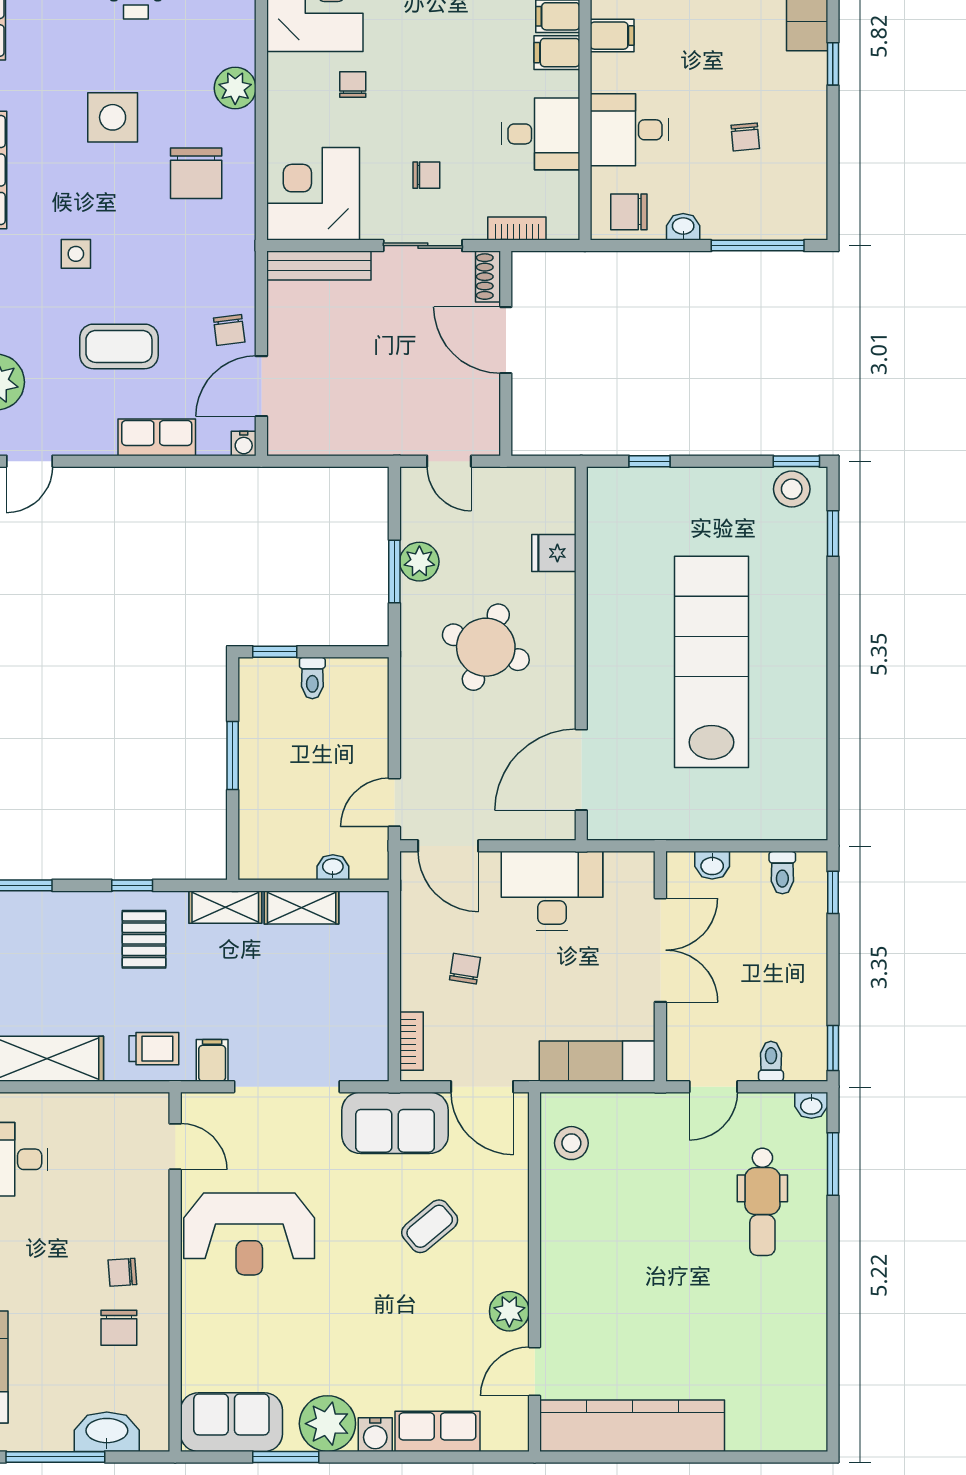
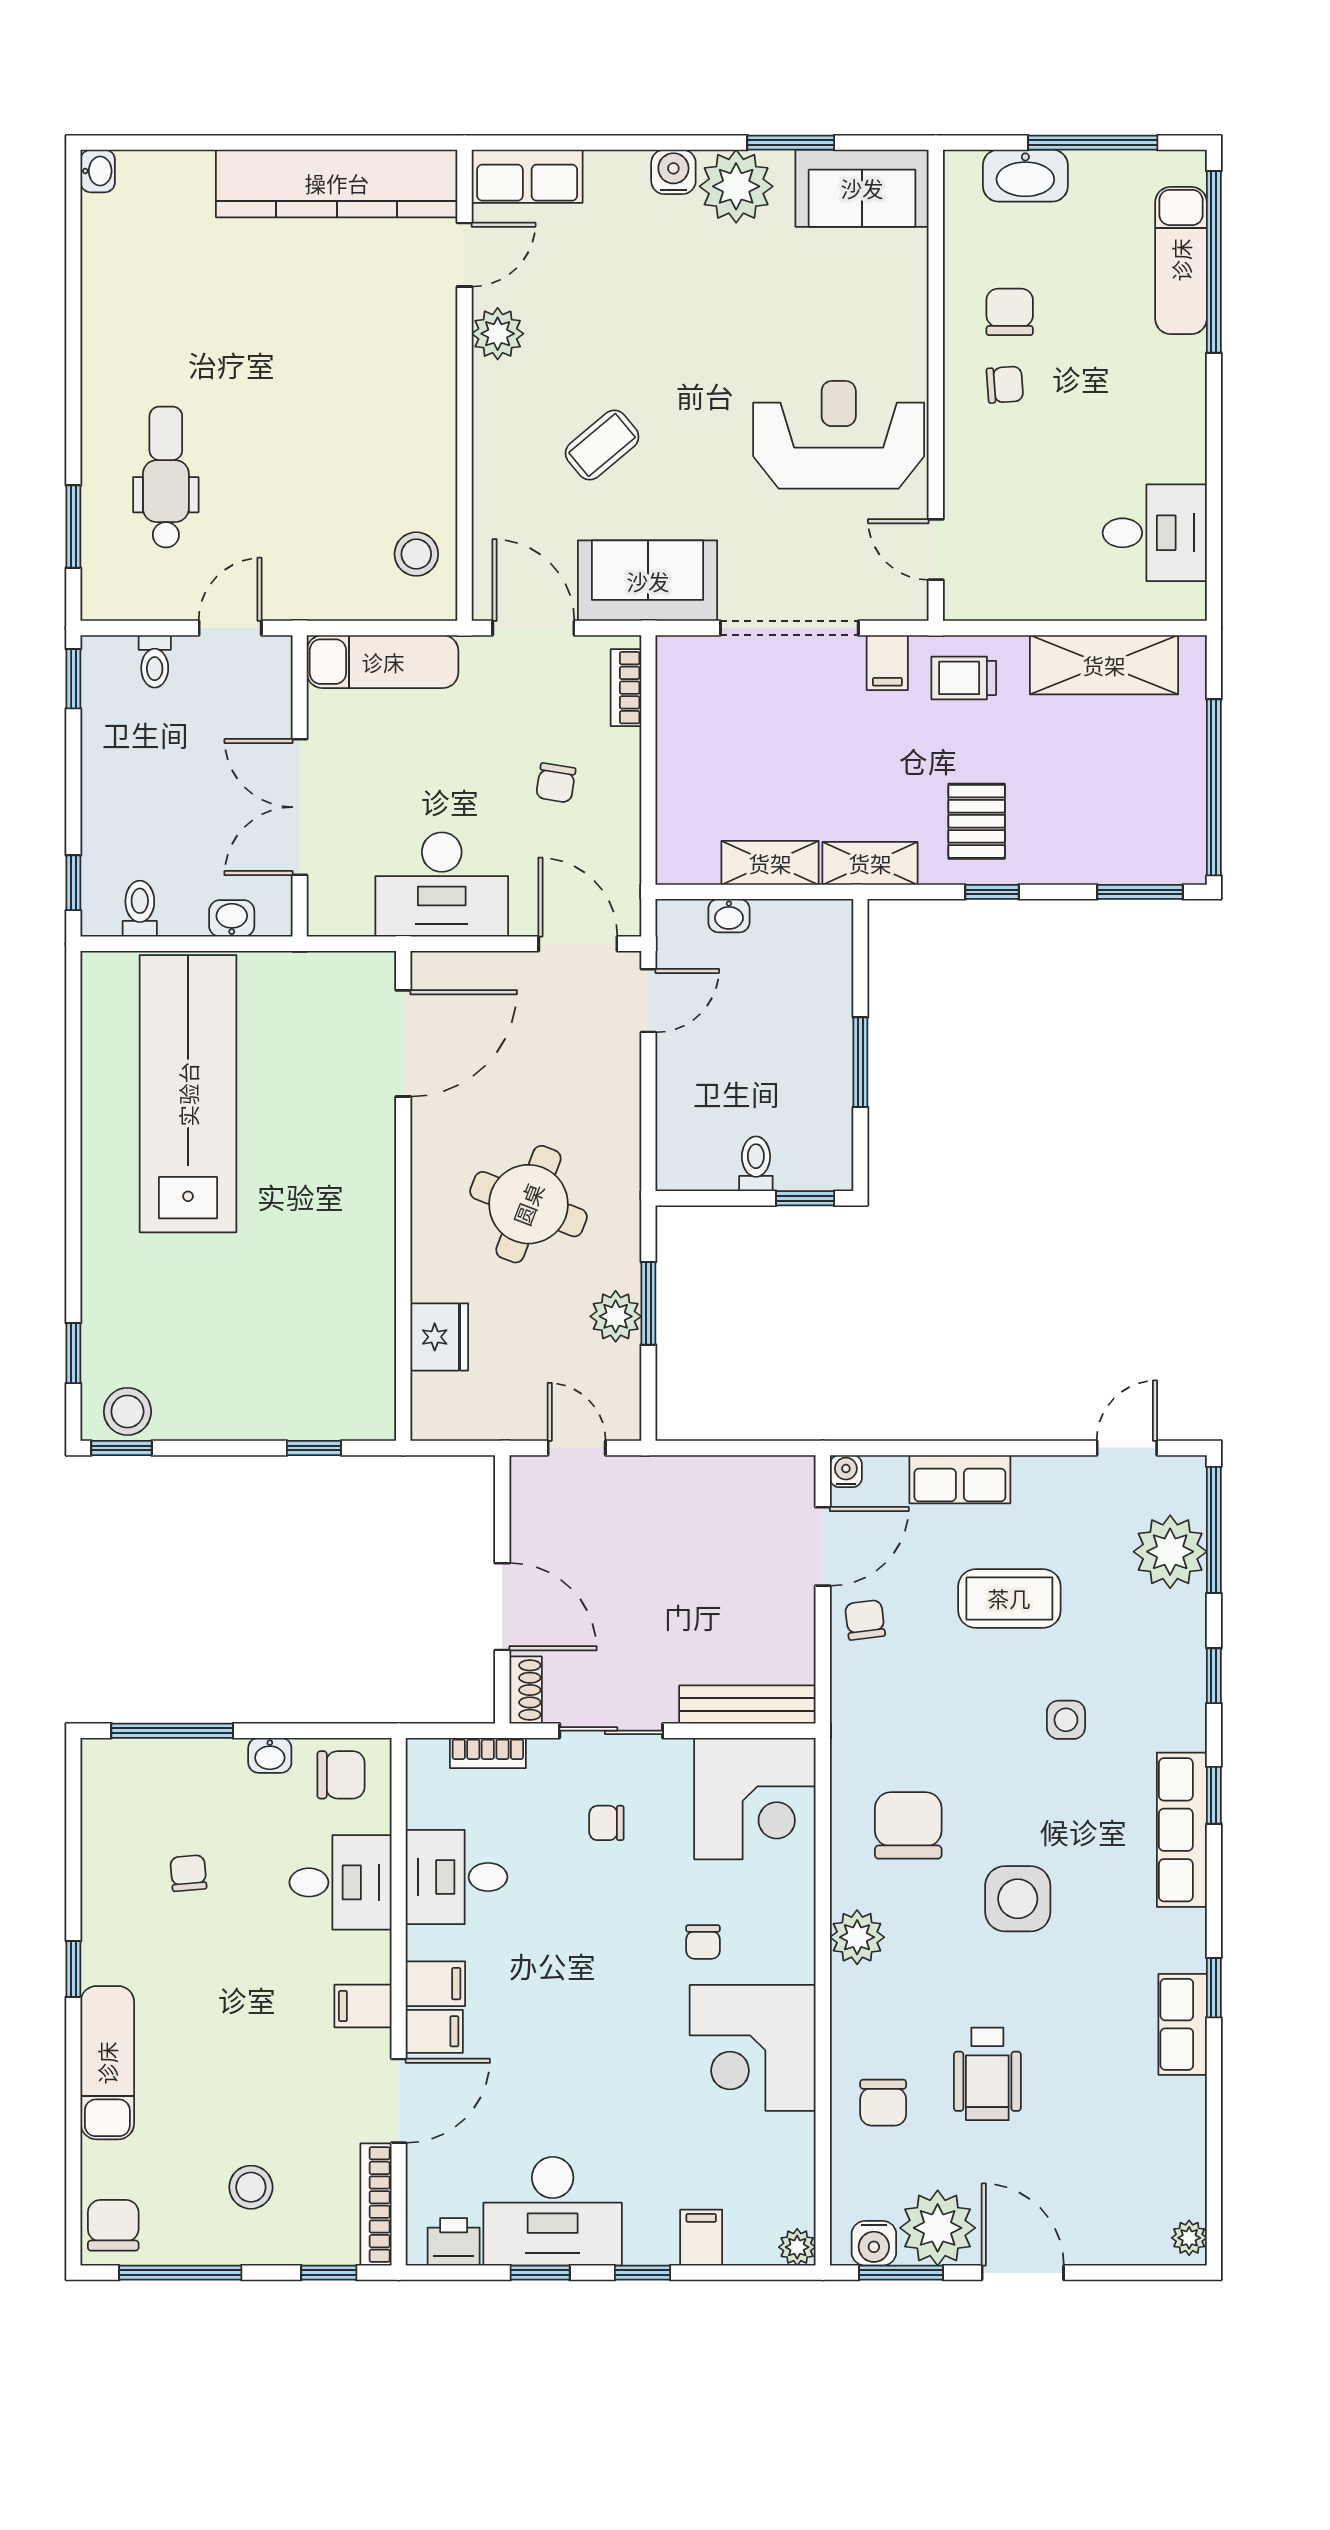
fridge: (554, 553) -> (439, 1337), width x1.38
lab bench: (711, 662) -> (188, 1094), moved, turned 180
washbasin: (811, 1105) -> (98, 171), moved, turned 90
row of seats: (437, 1431) -> (527, 176), moved

